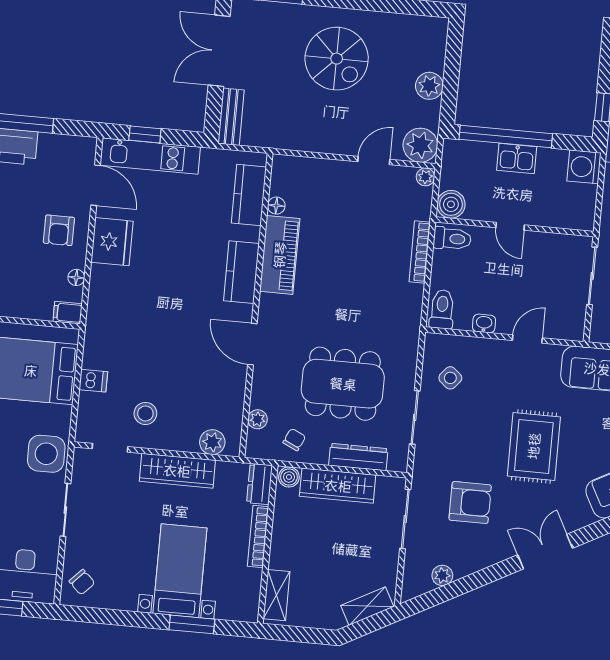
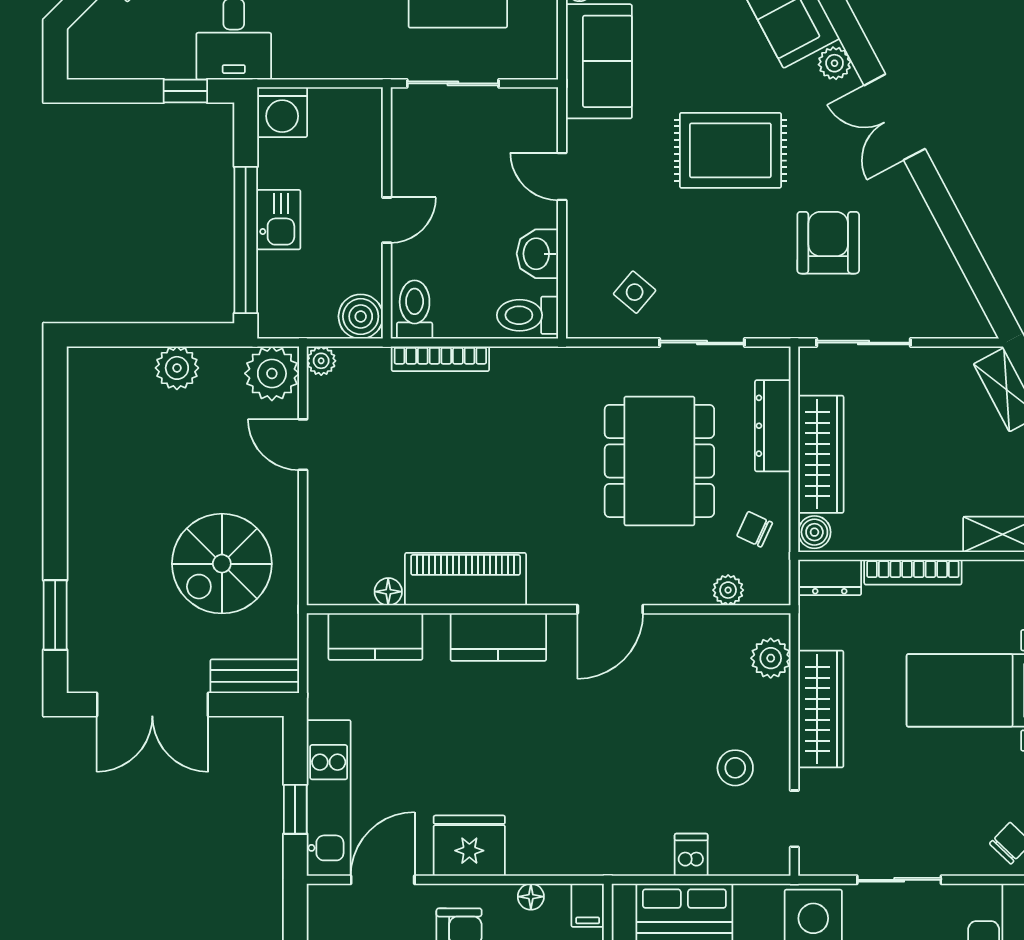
spiral stairs: (337, 59) -> (222, 564), moved, turned 180
washbasin: (484, 324) -> (537, 254), width x1.38, depth x1.45
plant: (442, 575) -> (835, 63), moved

